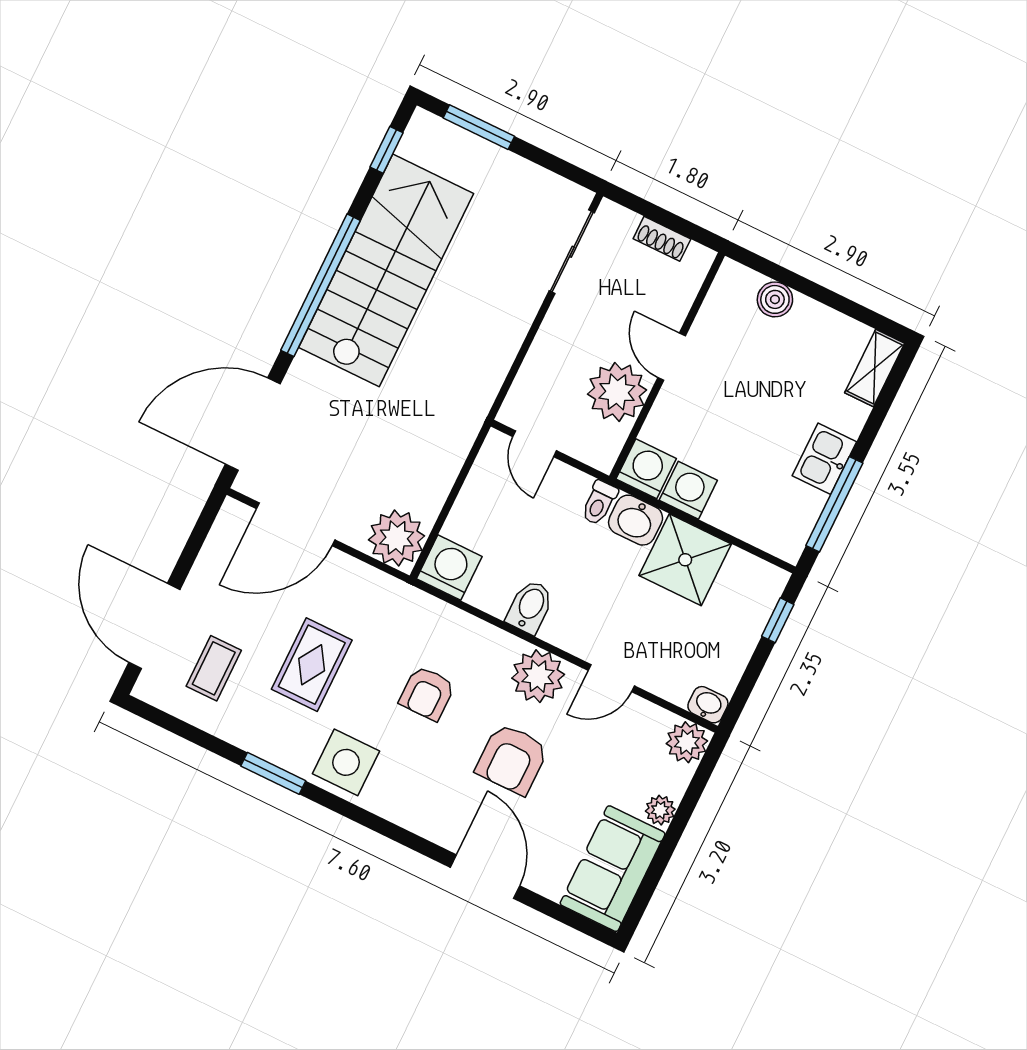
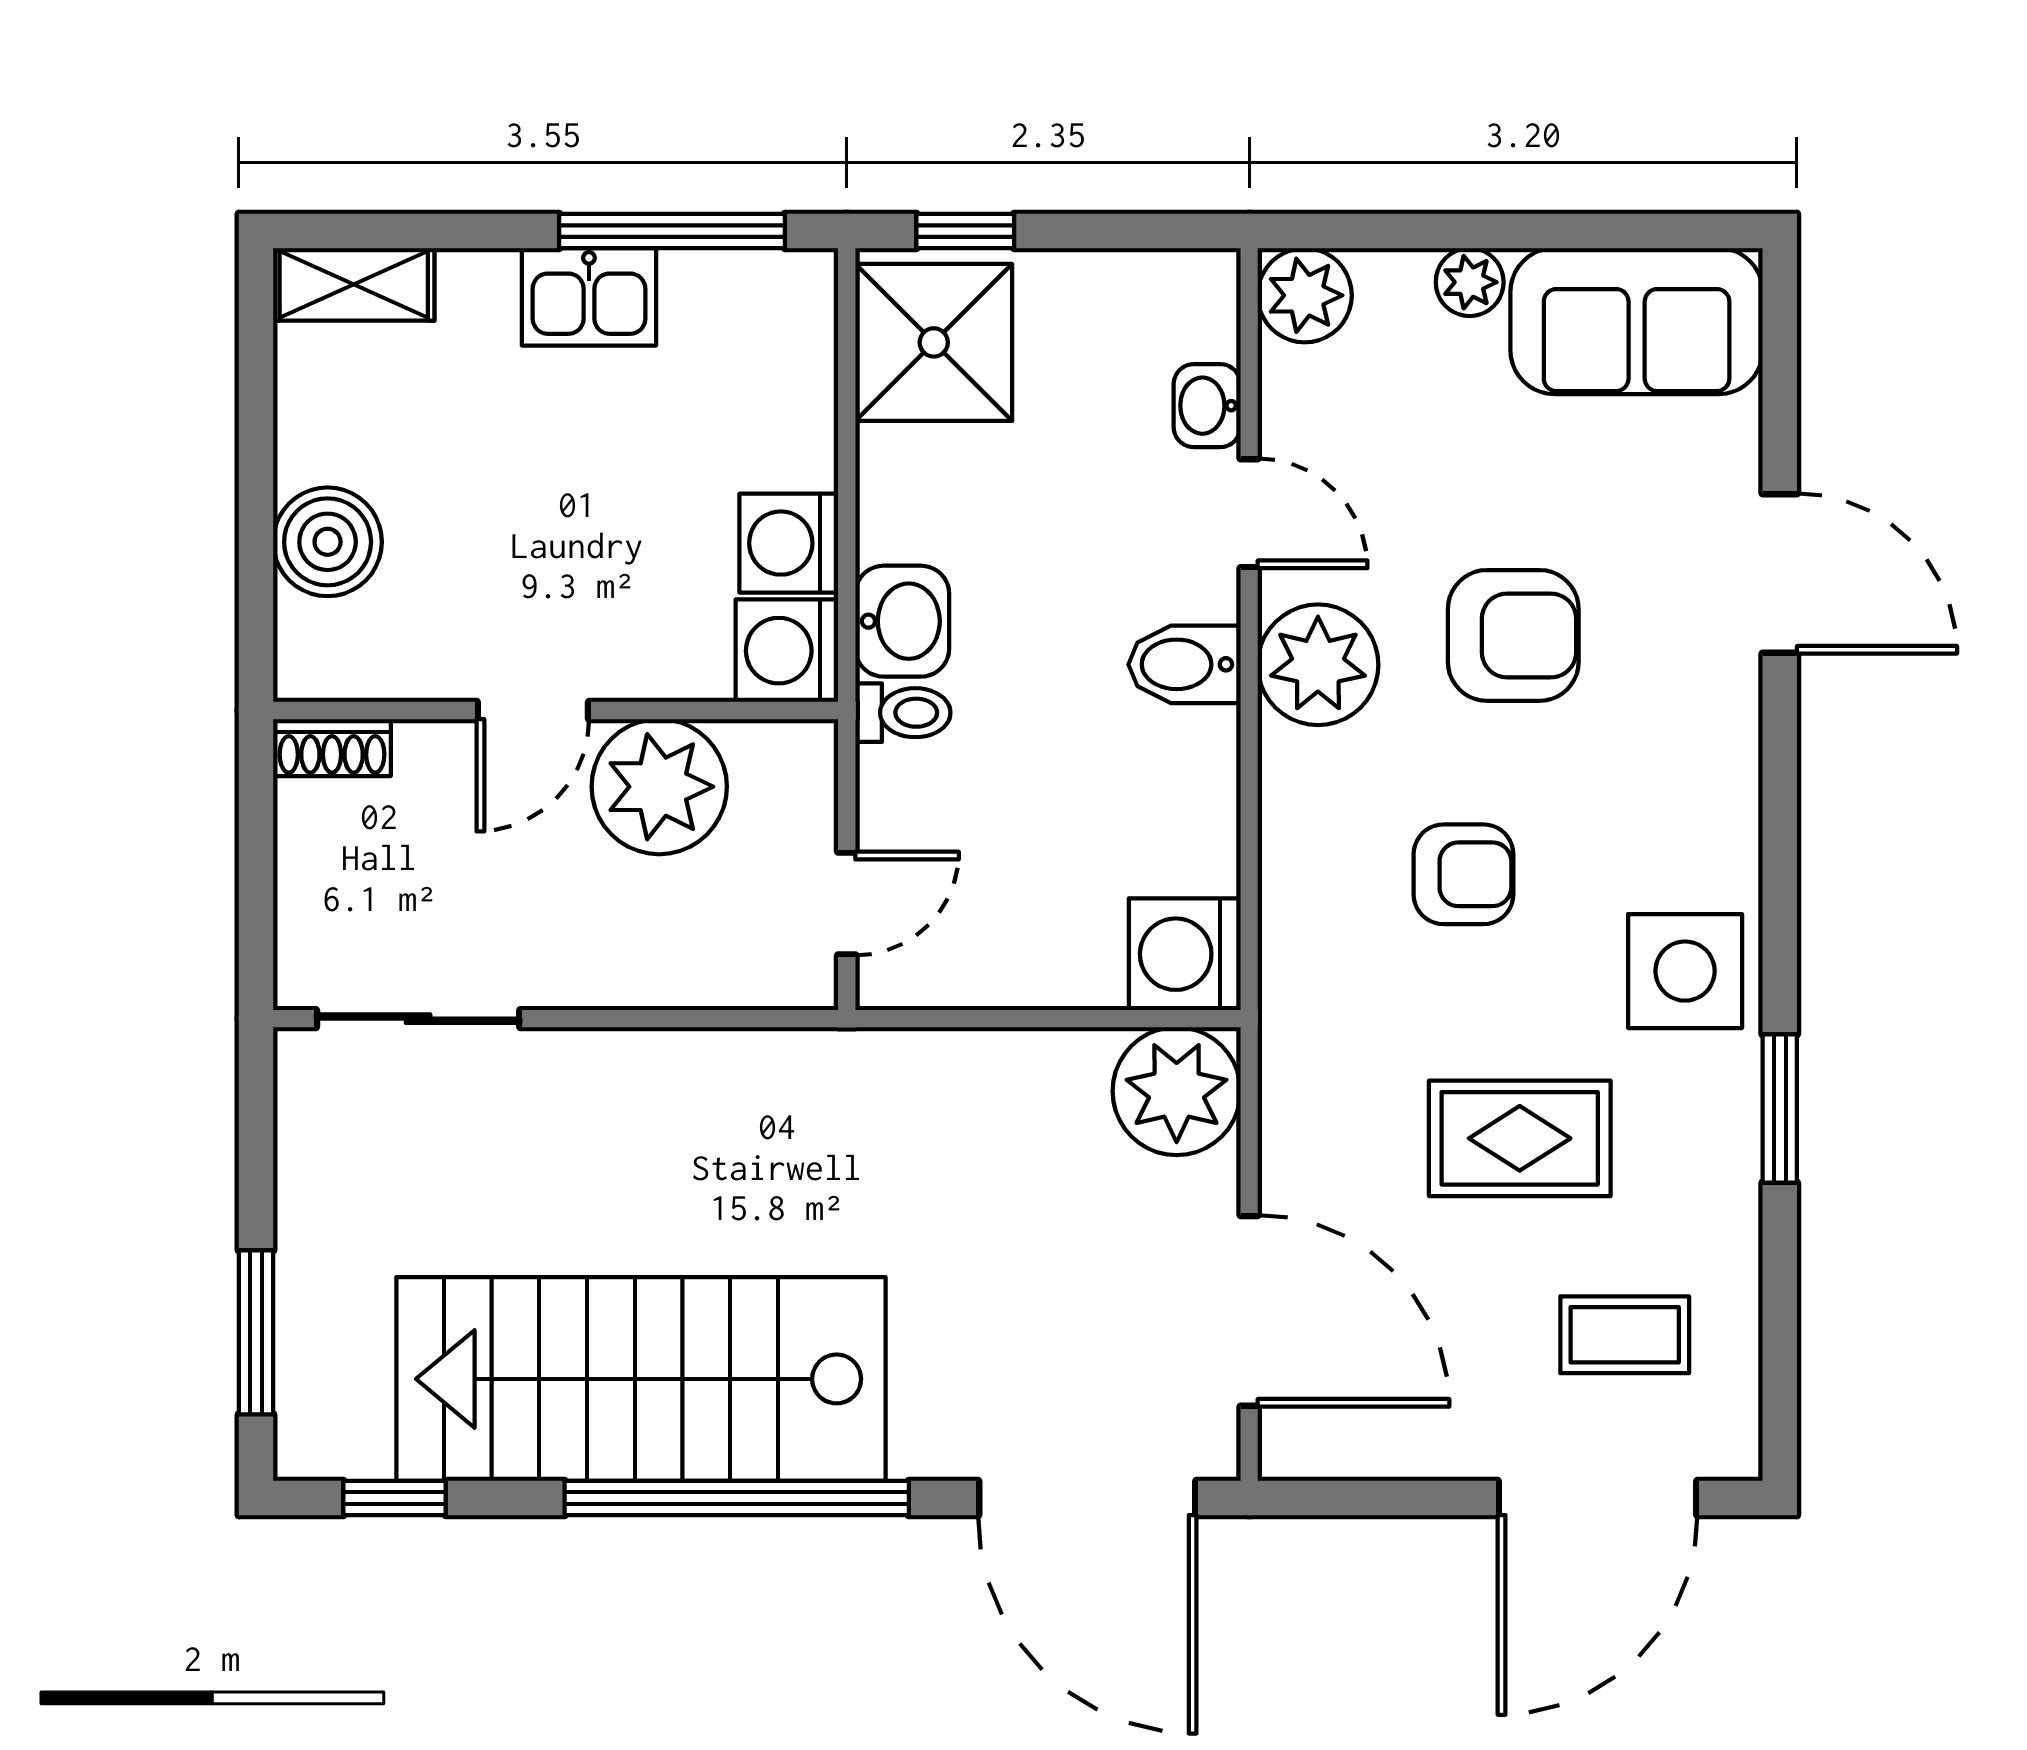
shoe rack: (662, 239) -> (332, 748), moved, turned 90
boiler: (775, 299) -> (328, 542), width x1.36, depth x1.36
shower: (685, 560) -> (934, 342), moved
bidet: (530, 607) -> (1184, 664), moved
washbasin: (708, 705) -> (1207, 406), moved
door: (485, 877) -> (1780, 574), swing flipped

